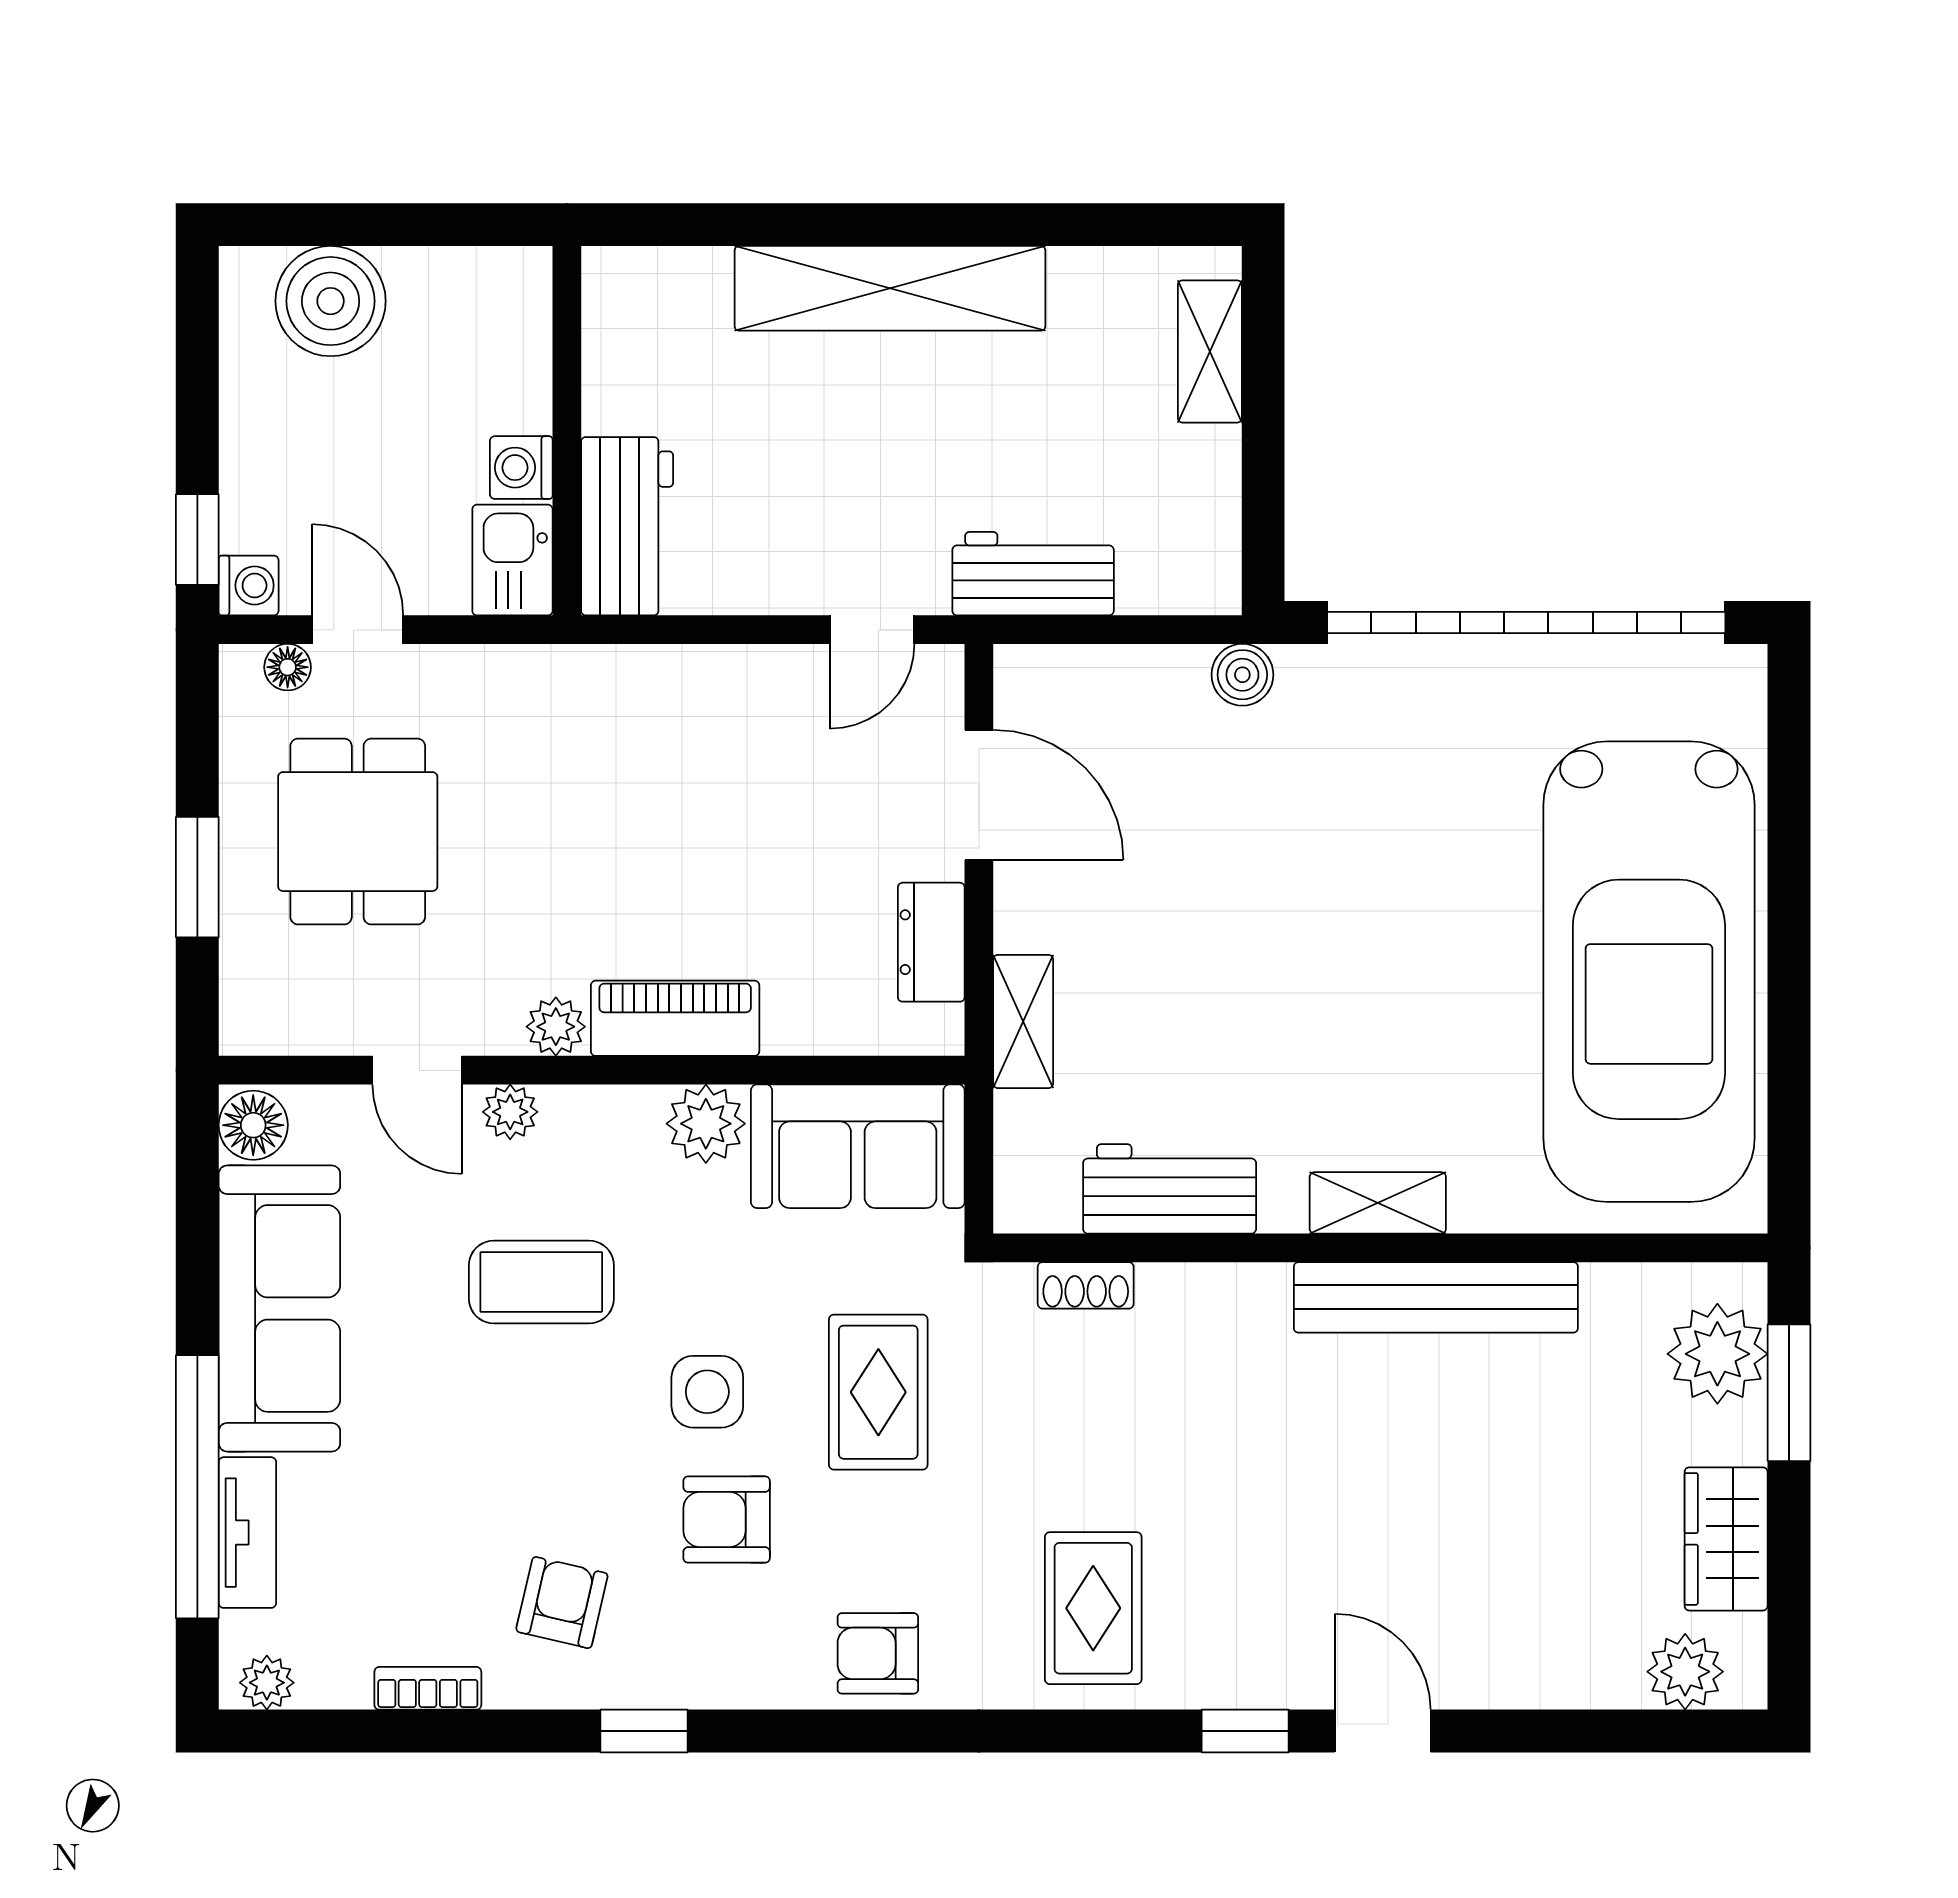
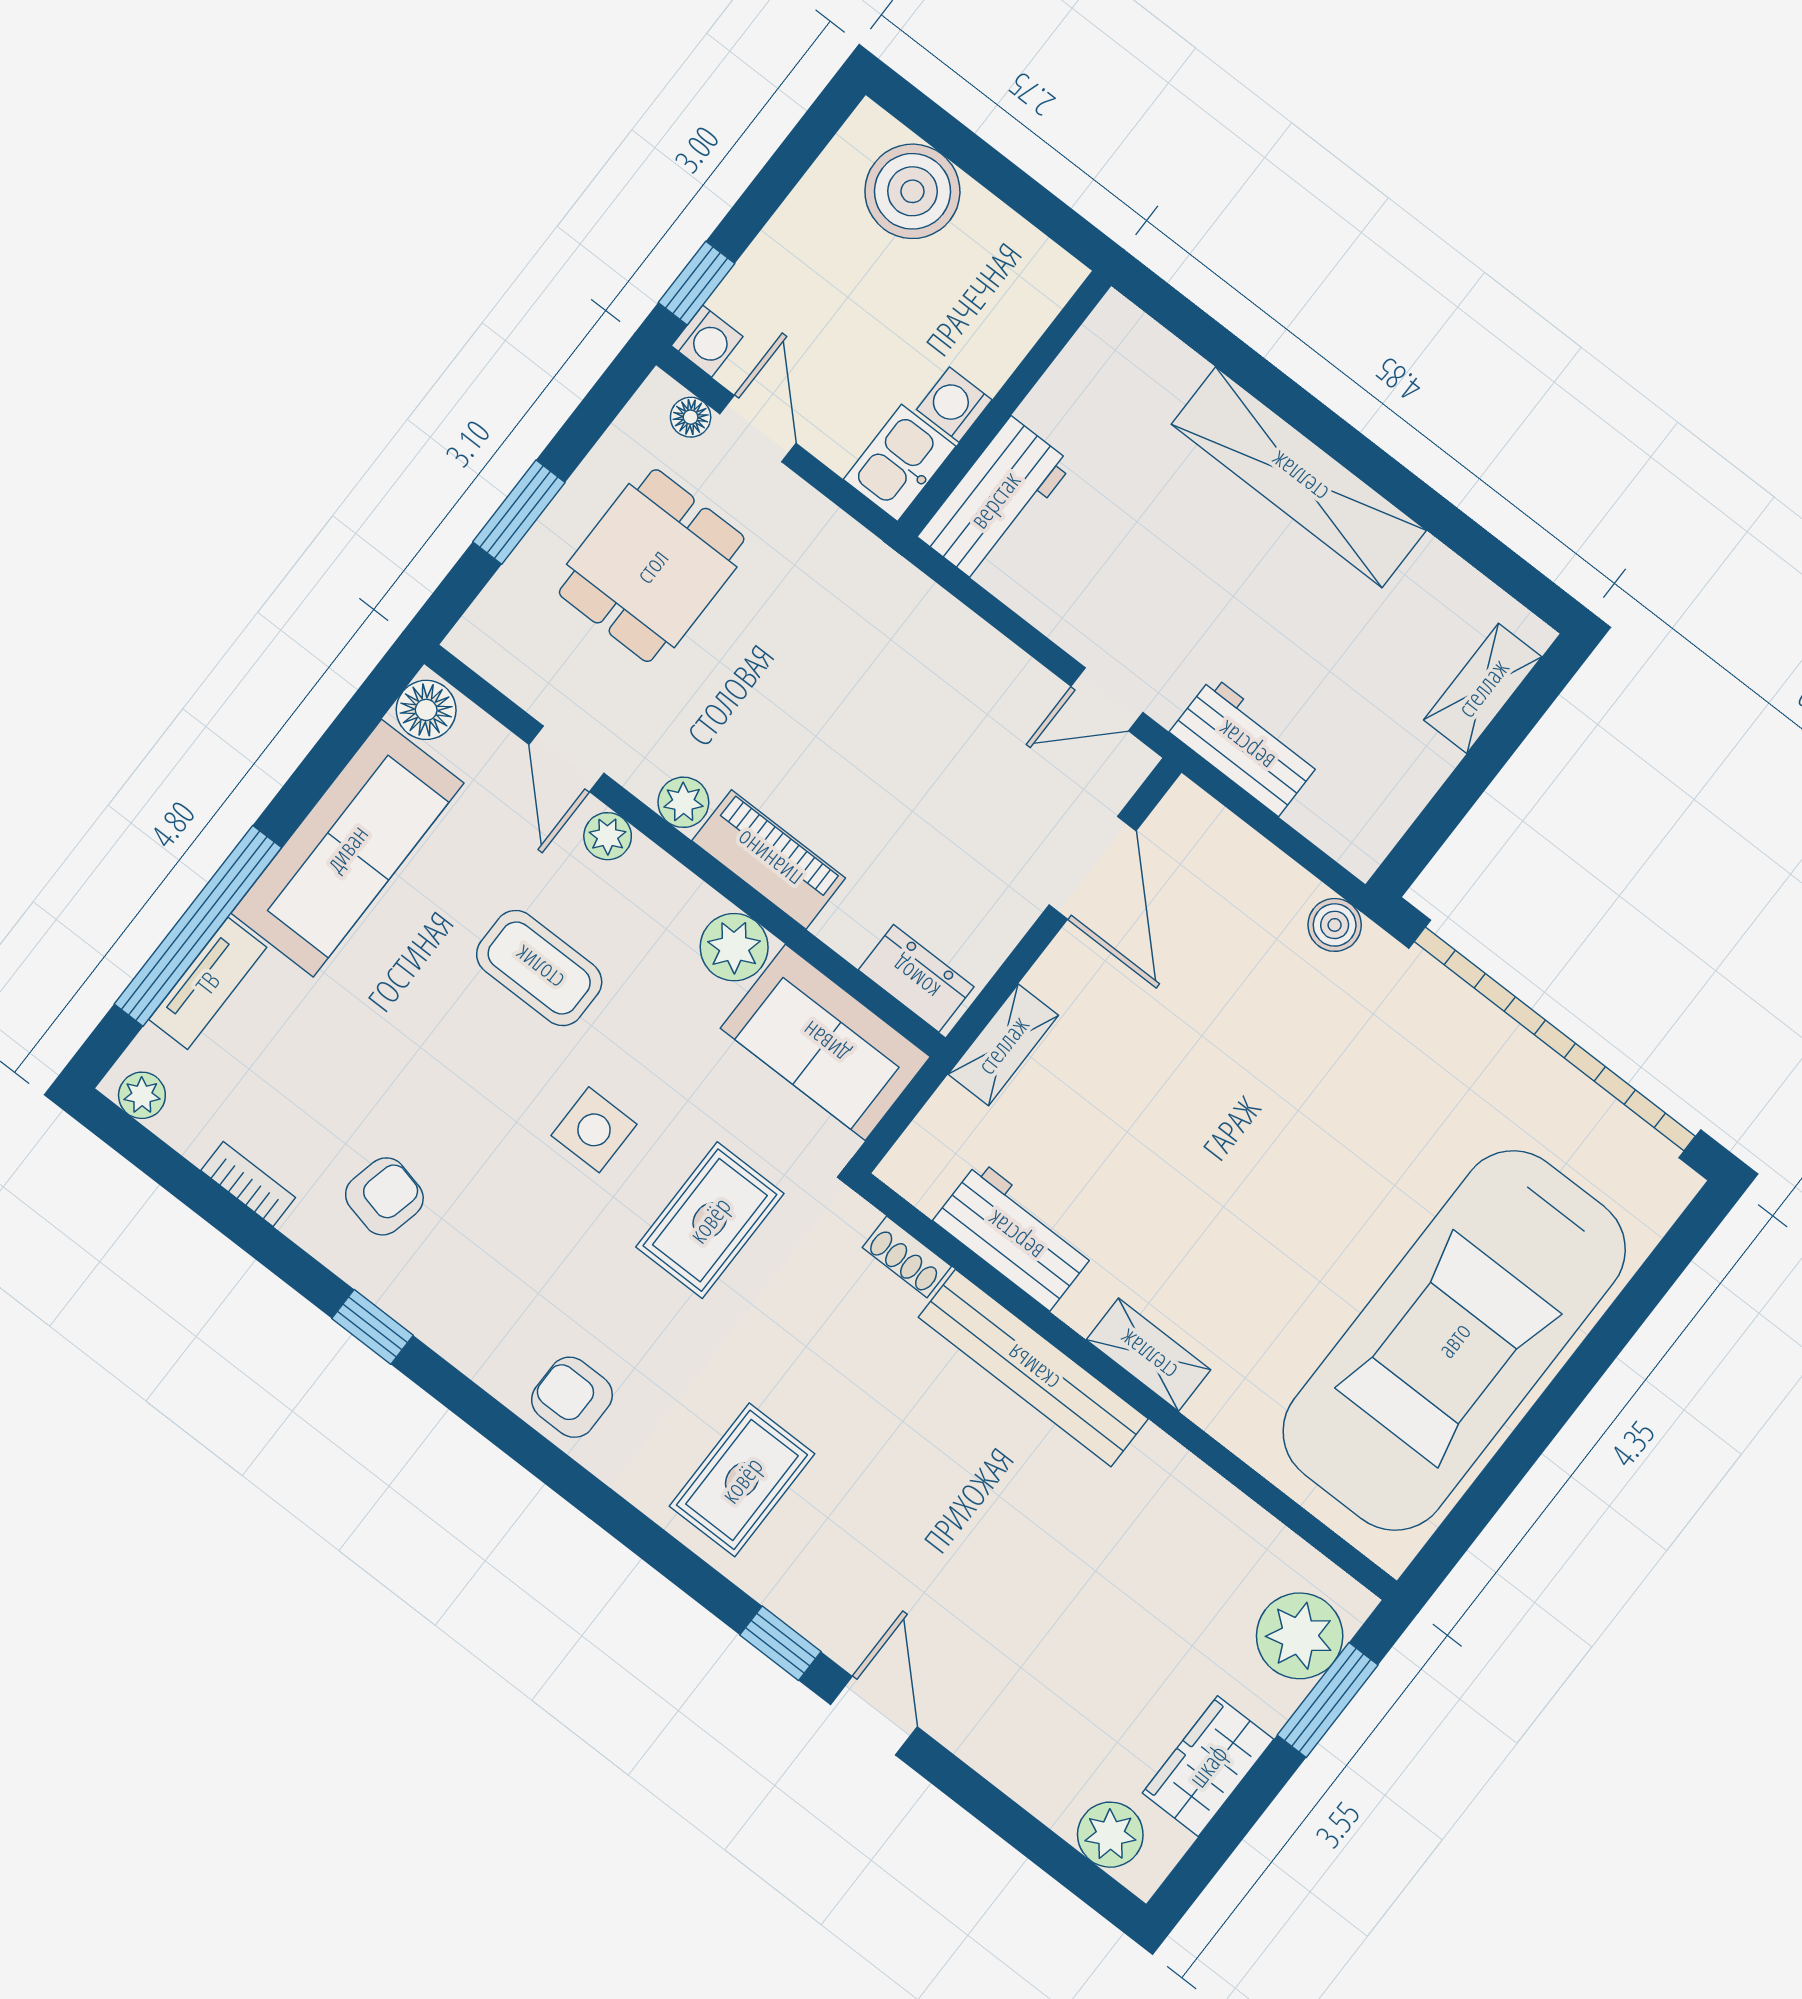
dresser: (931, 942) -> (916, 978), moved, turned 90
bench: (1436, 1297) -> (1033, 1368), moved
armchair: (727, 1520) -> (540, 1227), removed

